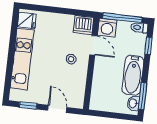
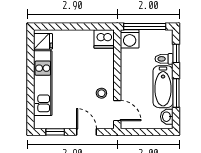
toilet: (139, 28) -> (164, 59), moved
door: (93, 45) -> (117, 111), moved
stool: (71, 59) -> (101, 93), moved
window: (143, 96) -> (176, 93), moved

